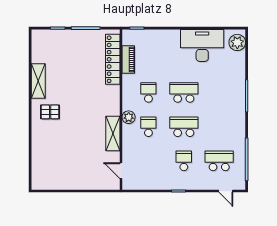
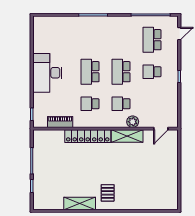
plant: (237, 42) -> (45, 23), removed
desk: (202, 45) -> (47, 73), moved
locker: (113, 59) -> (88, 136), moved
plant: (129, 117) -> (133, 122), moved

